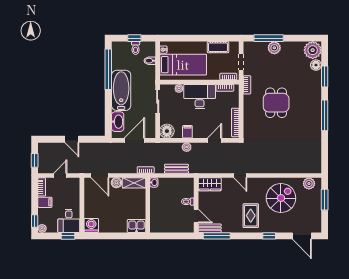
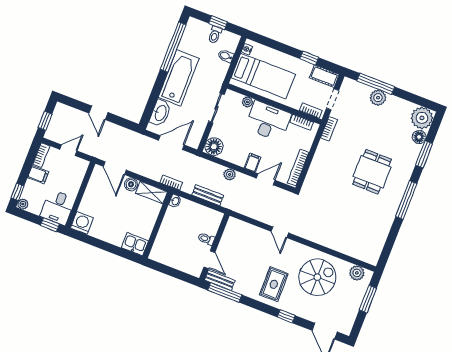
window: (212, 38) -> (309, 58), added
cot: (218, 47) -> (324, 76), moved
dining table: (276, 103) -> (372, 172), moved
filing cabinet: (187, 132) -> (253, 163), moved
wardrobe: (210, 184) -> (240, 229), removed

